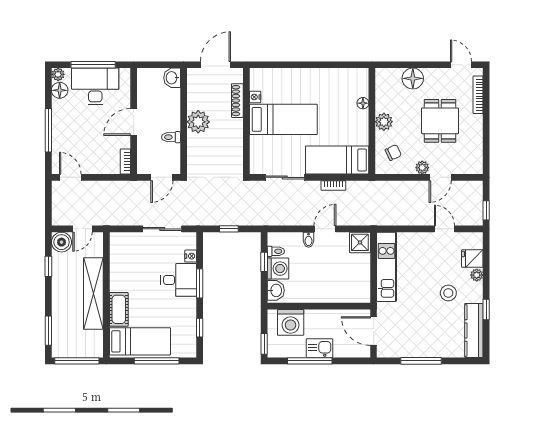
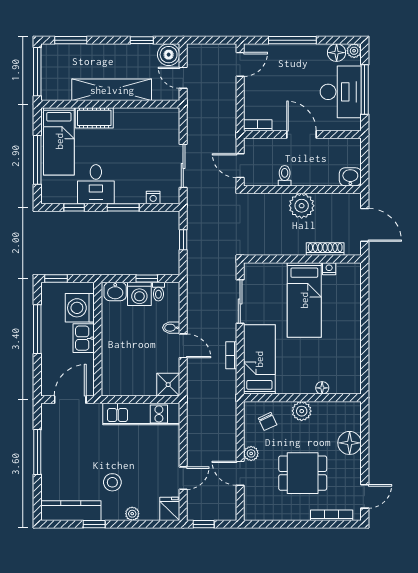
fridge: (472, 259) -> (170, 509), moved
desk: (179, 280) -> (96, 184), moved
kitchen sink: (320, 348) -> (84, 338), moved, turned 180

